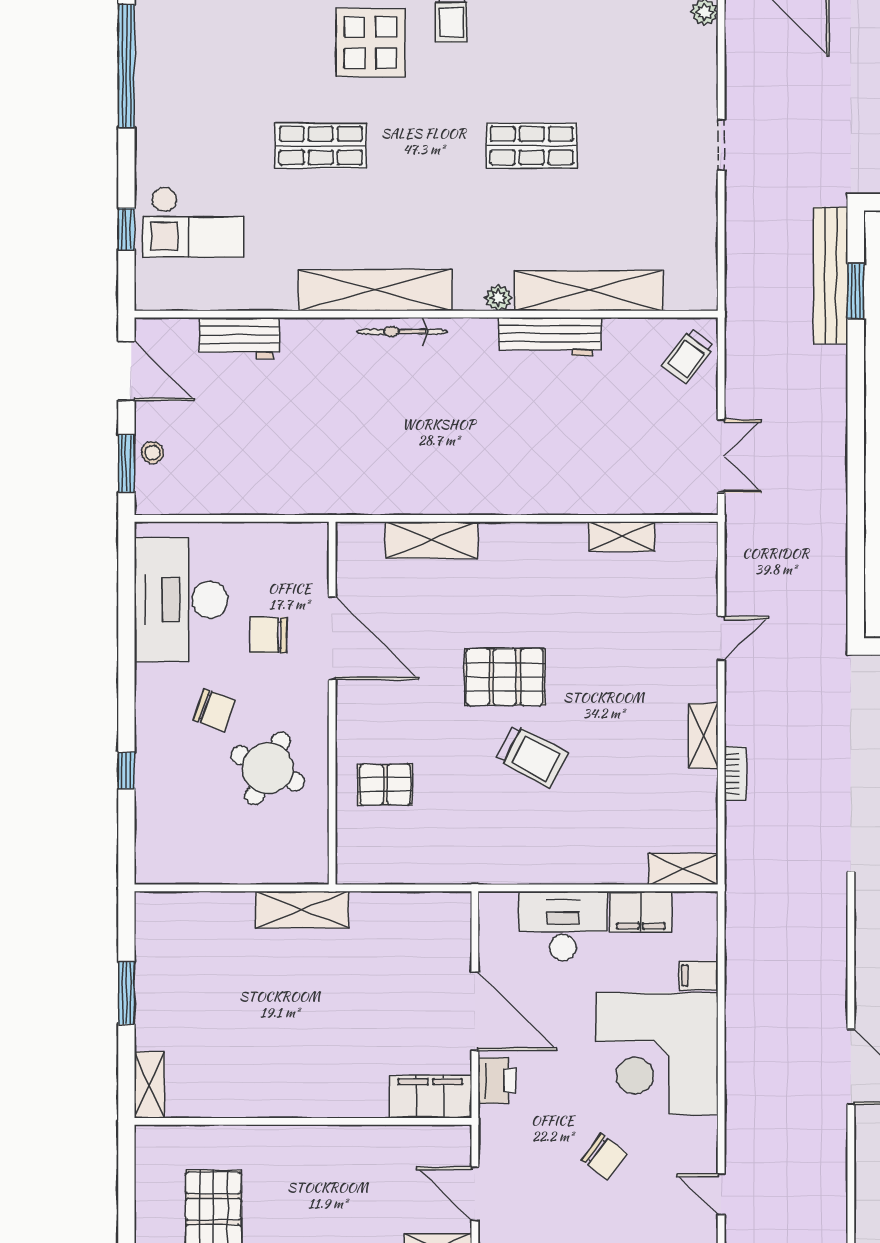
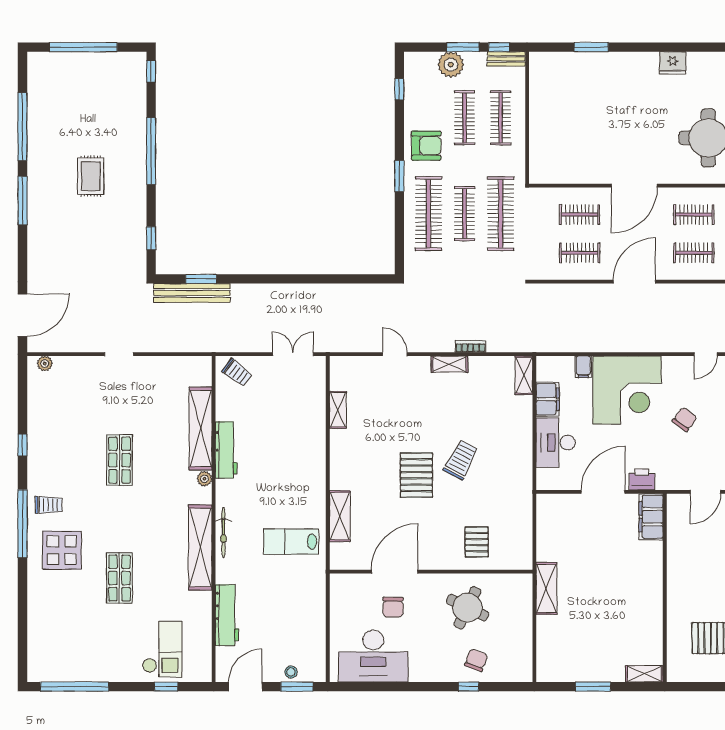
workbench: (239, 338) -> (227, 615), width x1.38
lab bench: (386, 453) -> (291, 542), added
chair: (214, 710) -> (476, 660), moved

